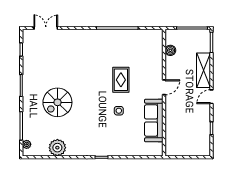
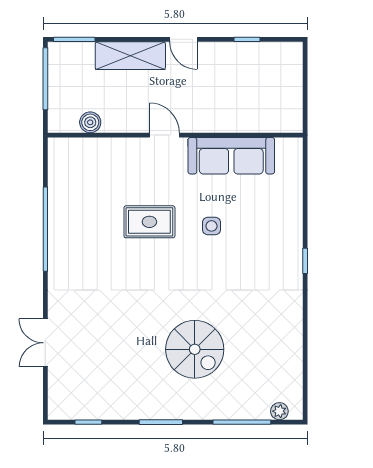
double door: (46, 28) -> (45, 343), moved
plant: (57, 148) -> (286, 350), removed

